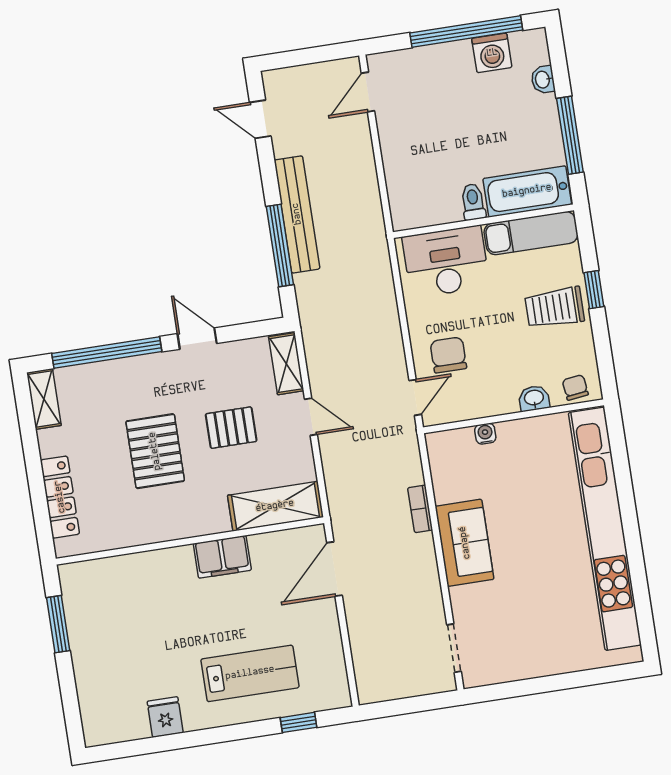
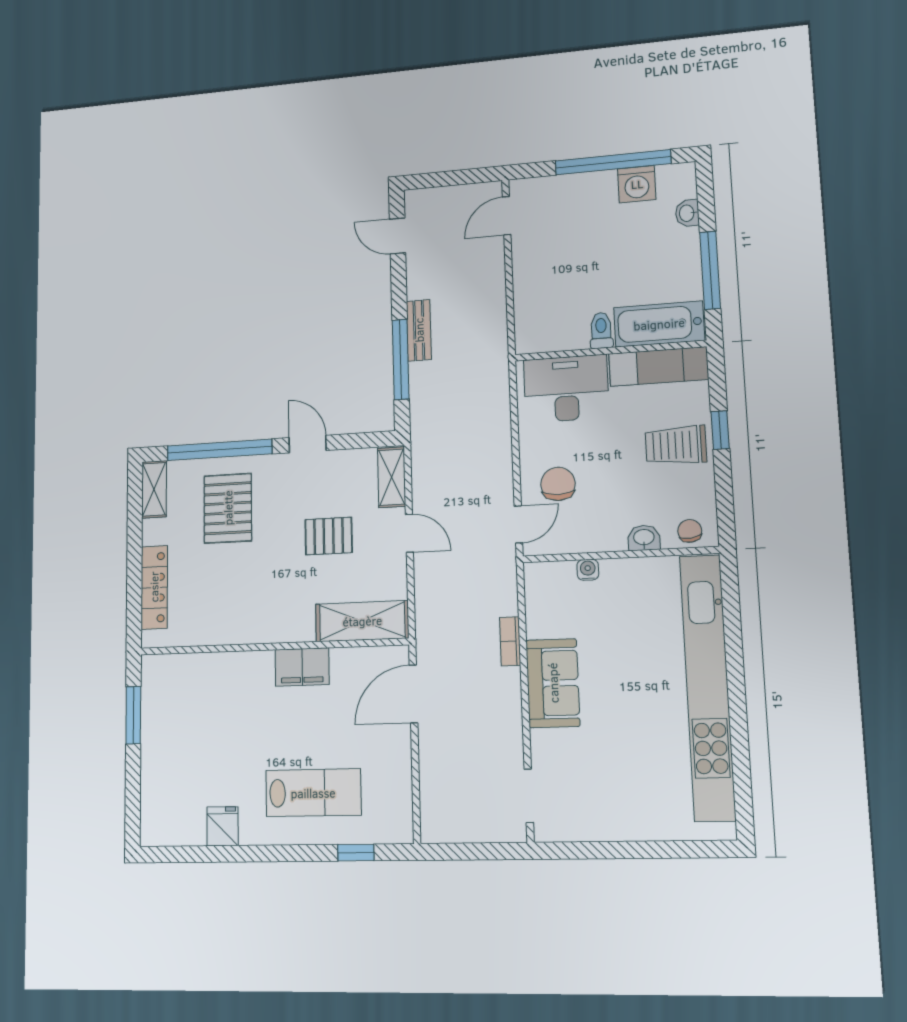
bench: (297, 214) -> (419, 330), width x0.54, depth x0.82
pallet: (155, 451) -> (228, 508), moved

